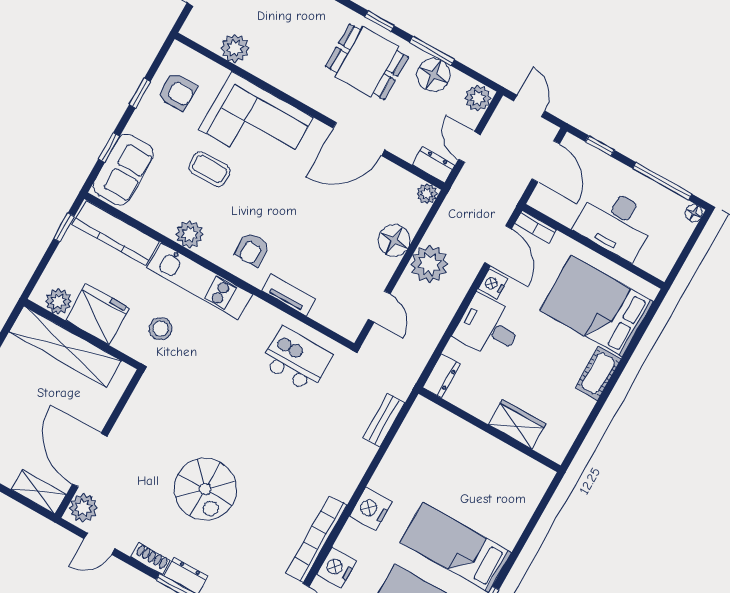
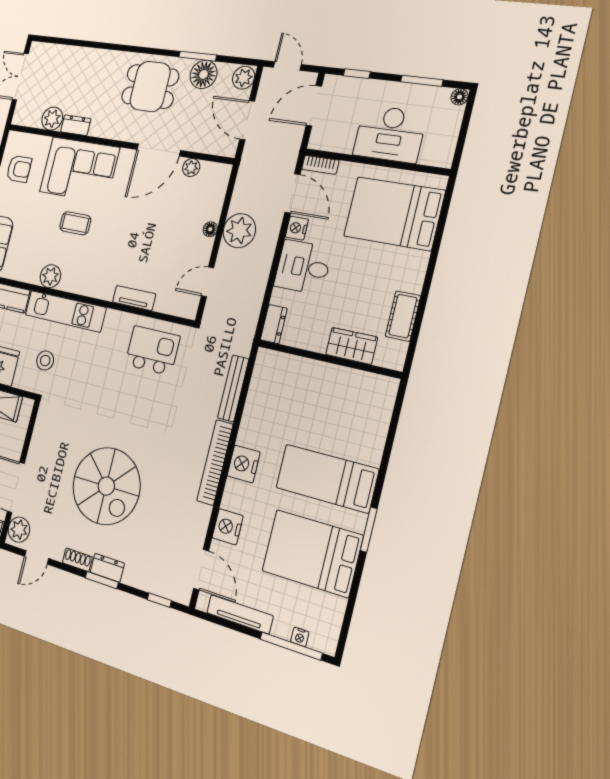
window: (379, 21) -> (152, 51), removed
door: (469, 147) -> (247, 120), width x1.38
door: (546, 161) -> (314, 106), swing flipped
dresser: (434, 165) -> (76, 125), moved
coffee table: (210, 169) -> (75, 223), moved
window: (662, 181) -> (422, 81), width x0.69
plant: (427, 194) -> (191, 168), moved
floor lamp: (394, 240) -> (210, 229), width x0.53, depth x0.53
armchair: (252, 249) -> (98, 271), removed
door: (379, 307) -> (207, 282), swing flipped
cot: (598, 373) -> (403, 316), moved
bench: (384, 420) -> (233, 388), width x1.36
spiral stairs: (205, 489) -> (106, 486), width x1.37, depth x1.37
bookcase: (316, 539) -> (215, 462), moved

